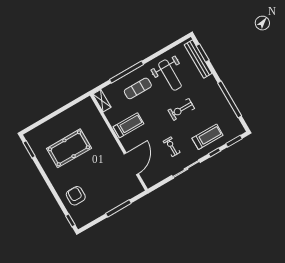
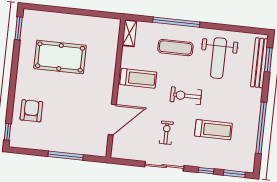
exercise bike: (181, 109) -> (186, 96), moved
treadmill: (208, 137) -> (213, 130), moved

